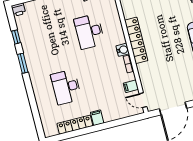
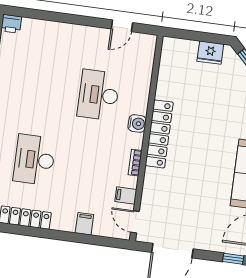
water cooler: (123, 50) -> (137, 124), moved
filing cabinet: (97, 118) -> (84, 224), moved

